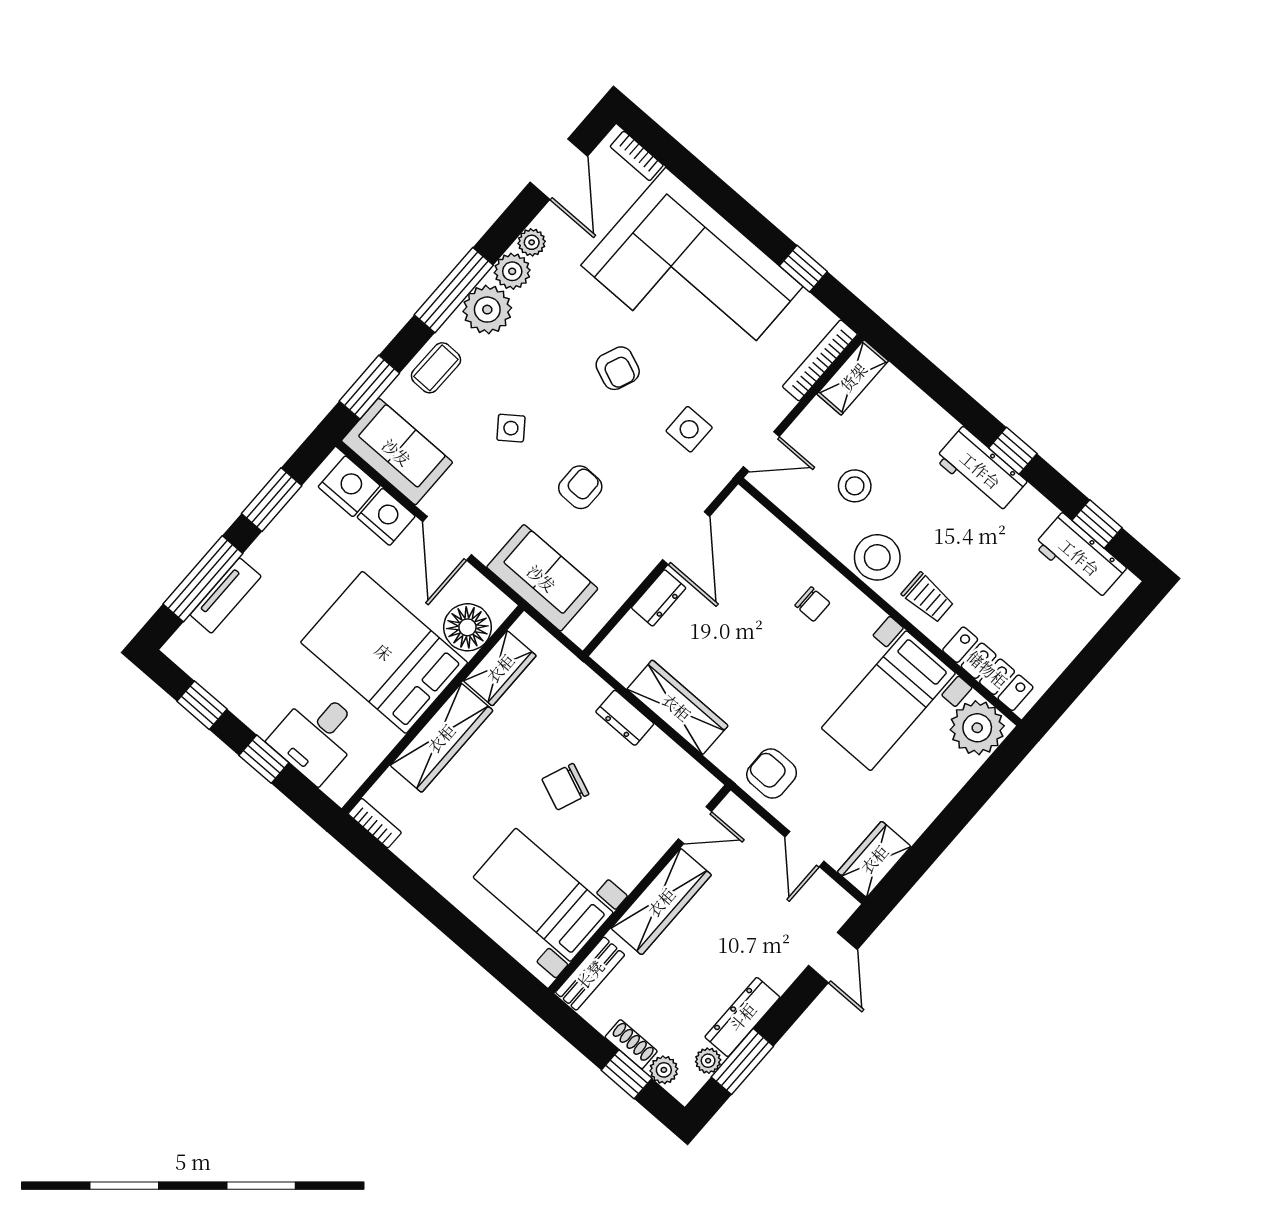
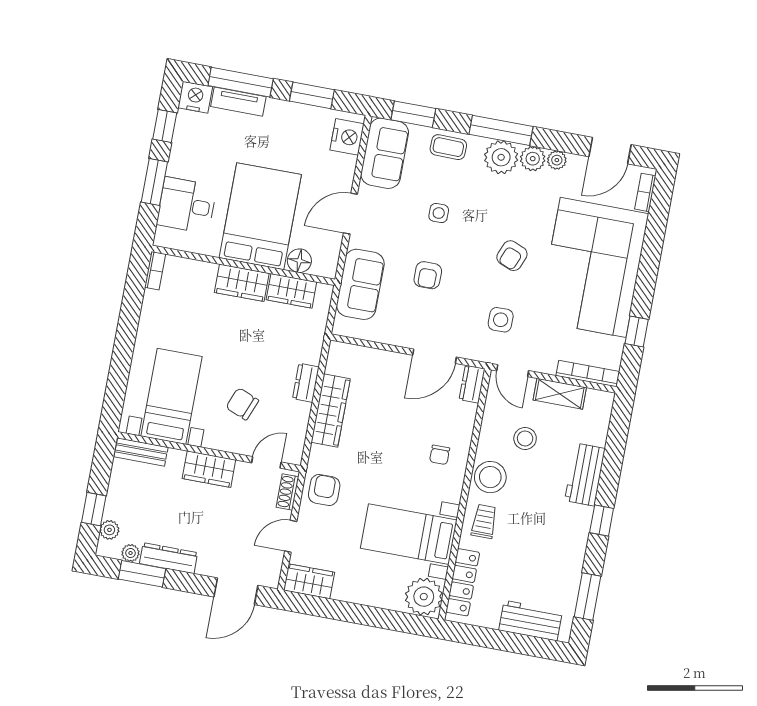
shelving: (853, 377) -> (560, 394), moved
side table: (511, 428) -> (439, 213), turned 37
workbench: (981, 470) -> (585, 475), moved
armchair: (580, 487) -> (428, 275), turned 90
nightstand: (386, 517) -> (195, 97), moved, turned -90
window: (1097, 524) -> (587, 597), width x1.50
workbench: (1080, 557) -> (531, 621), moved, turned 90
dresser: (659, 598) -> (472, 384), moved, turned 90
trolley: (928, 598) -> (484, 521), turned 180
floor lamp: (467, 627) -> (299, 261), width x0.73, depth x0.73
wardrobe: (441, 738) -> (242, 283), width x0.67
window: (264, 759) -> (154, 182), width x1.50
chair: (565, 787) -> (242, 404), moved
door: (695, 825) -> (266, 462), swing flipped
wardrobe: (661, 902) -> (209, 469), width x0.67
door: (833, 958) -> (236, 591), width x1.38
shoe rack: (631, 1044) -> (288, 492), moved, turned 180

